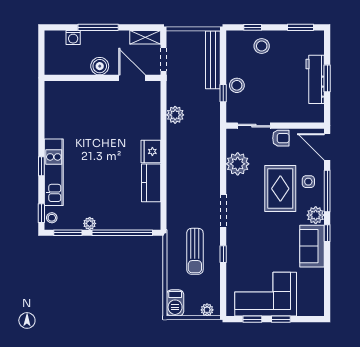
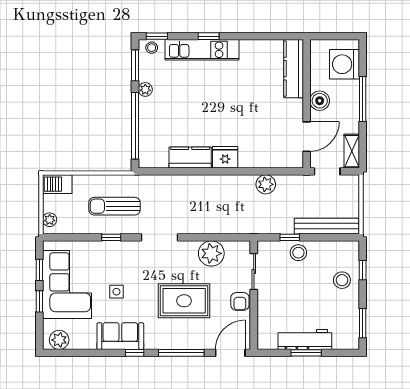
washing machine: (73, 37) -> (344, 64), width x1.89, depth x1.89
kitchen counter: (71, 90) -> (294, 69), added
side table: (308, 182) -> (116, 292), moved
plant: (316, 215) -> (59, 340), moved

